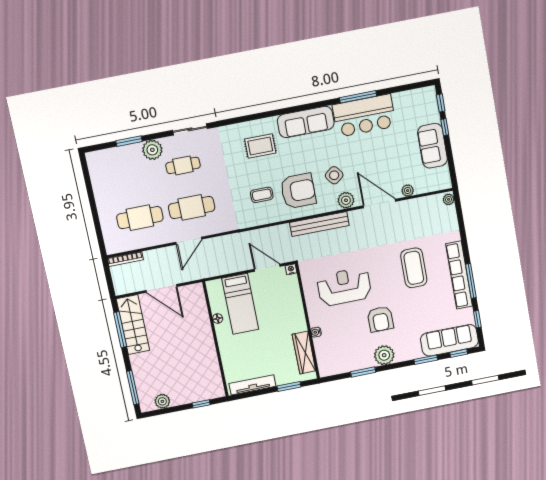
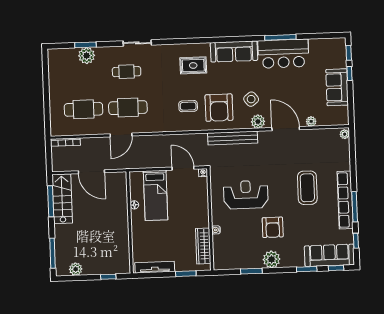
plant: (152, 150) -> (87, 56), moved
armchair: (298, 191) -> (219, 108), turned 90

